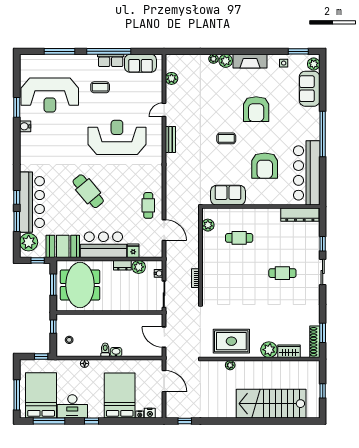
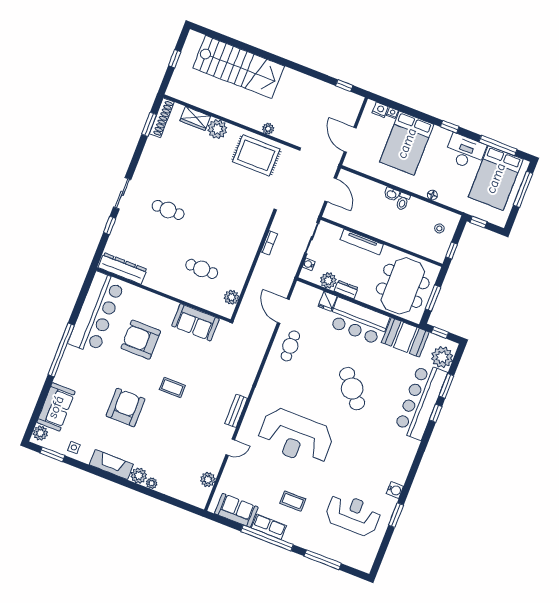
reception desk: (50, 95) -> (353, 515), width x0.74, depth x0.77
armchair: (265, 166) -> (141, 340), turned -90
tv unit: (125, 306) -> (362, 242), added

